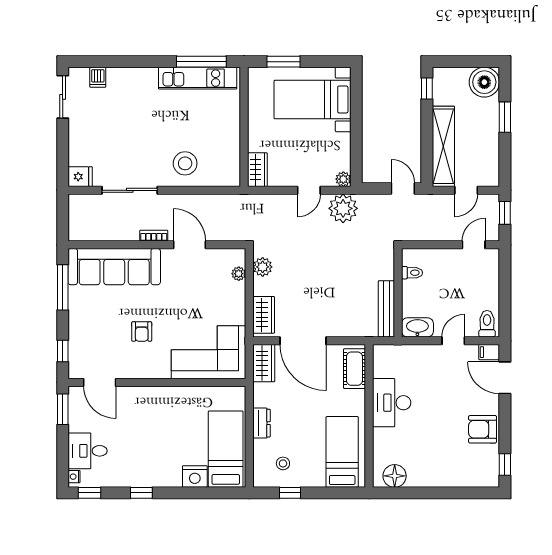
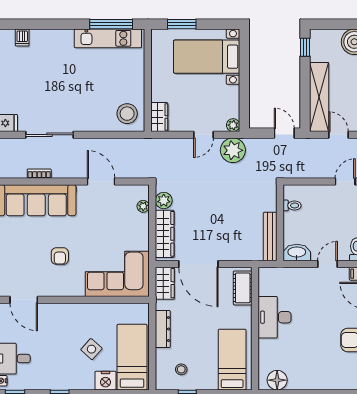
stool: (185, 163) -> (127, 114), moved
door: (466, 190) -> (339, 135), swing flipped
bookcase: (154, 236) -> (39, 174), moved
wardrobe: (264, 315) -> (165, 234), width x1.50
dresser: (261, 423) -> (163, 329), width x1.44
side table: (178, 440) -> (91, 349), added

